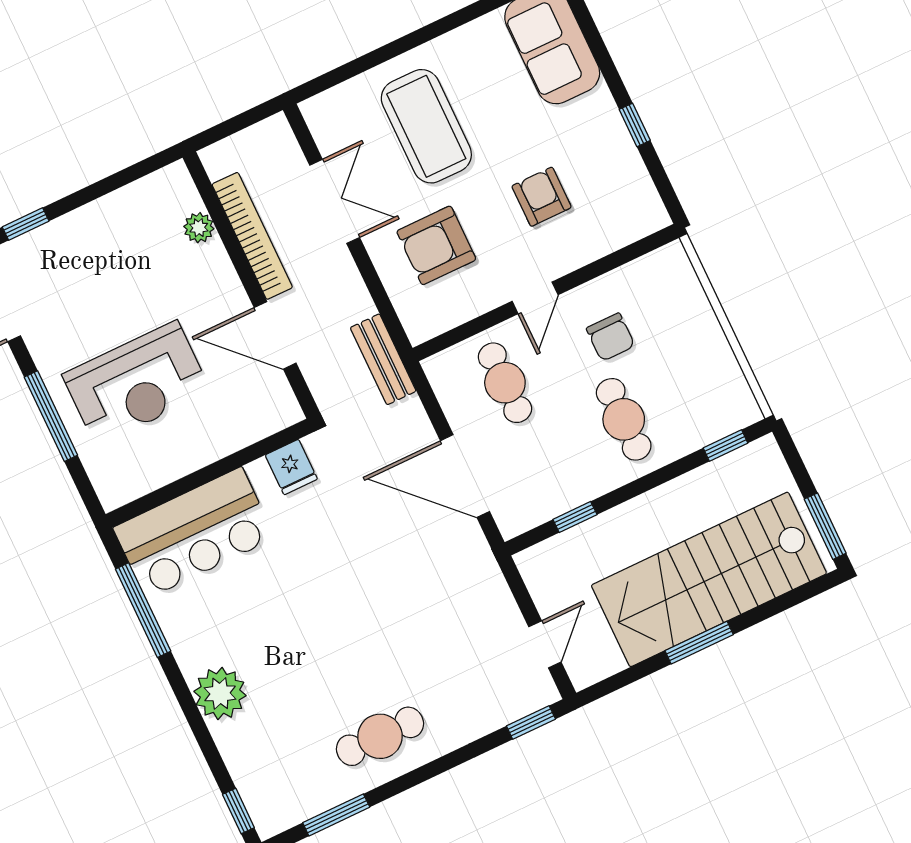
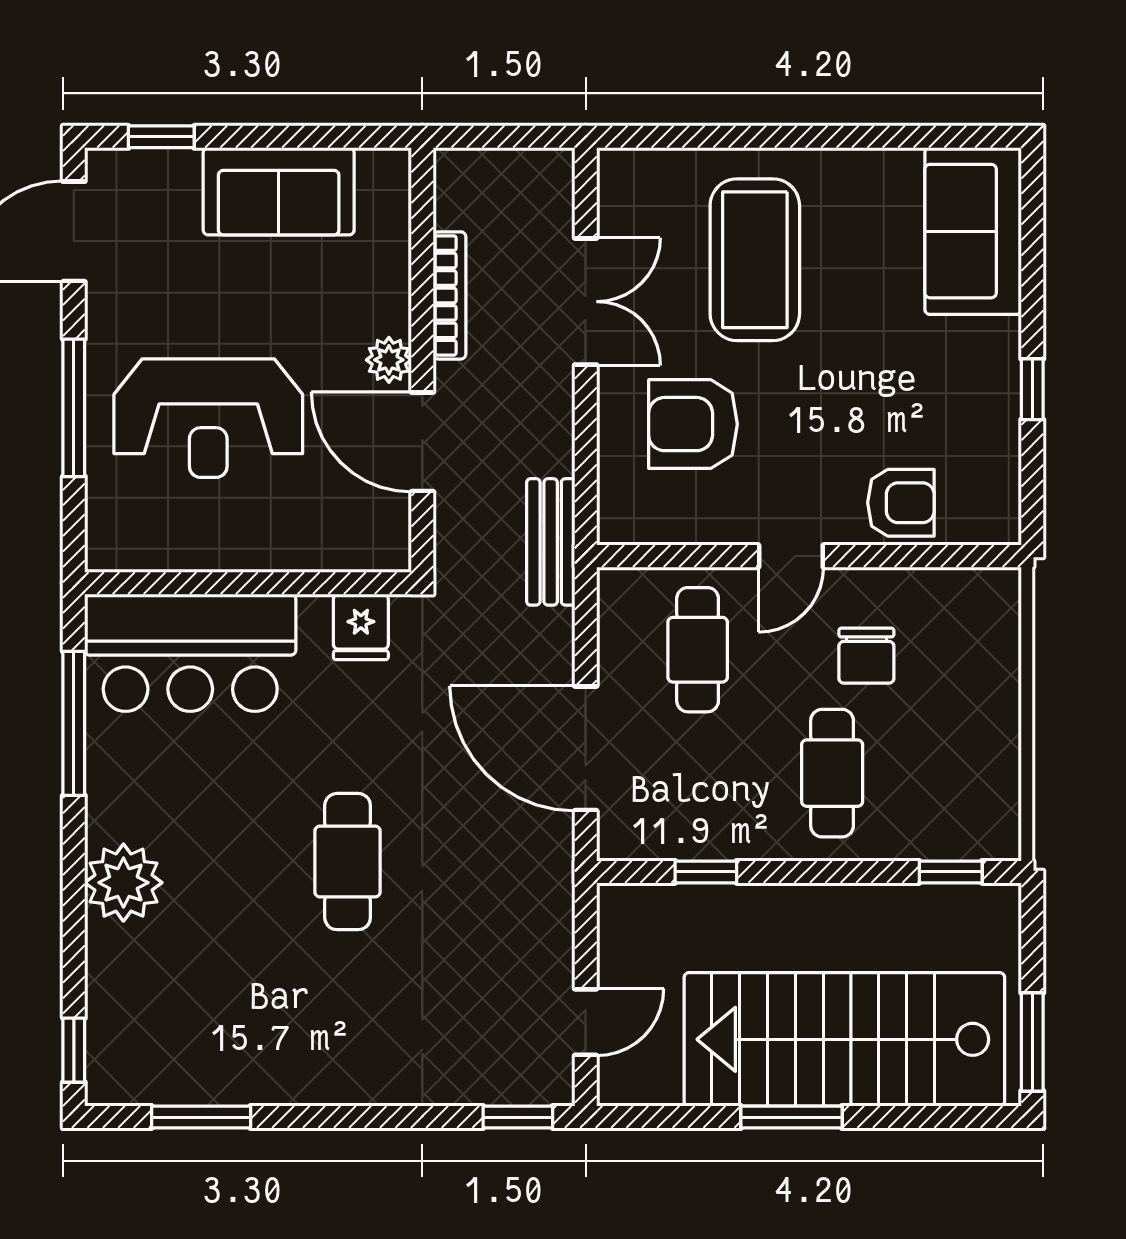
armchair: (542, 197) -> (901, 503), moved, turned 90
sofa: (114, 223) -> (279, 191), added
plant: (199, 228) -> (389, 360), moved
bookcase: (252, 236) -> (450, 295), width x0.68, depth x0.76
cafe table: (380, 736) -> (348, 862), moved, turned 90

